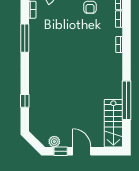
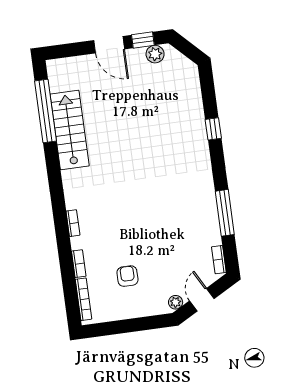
window: (126, 100) -> (46, 111), moved
window: (25, 101) -> (213, 129), moved
stairs: (113, 123) -> (70, 130), moved

